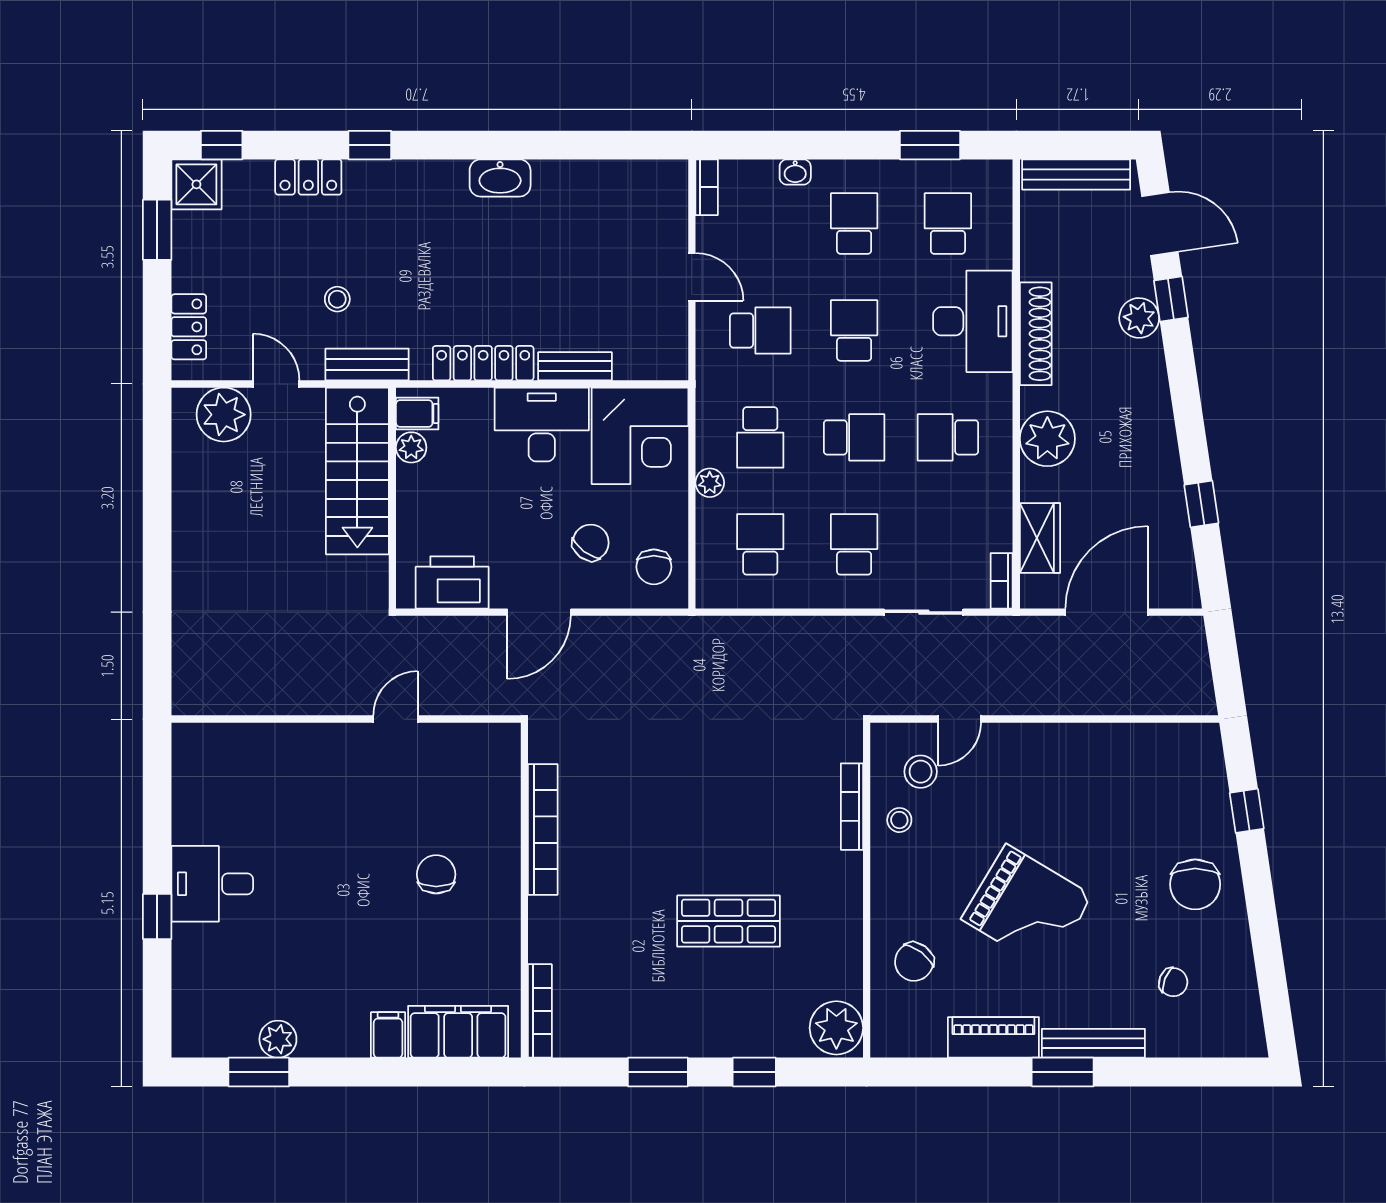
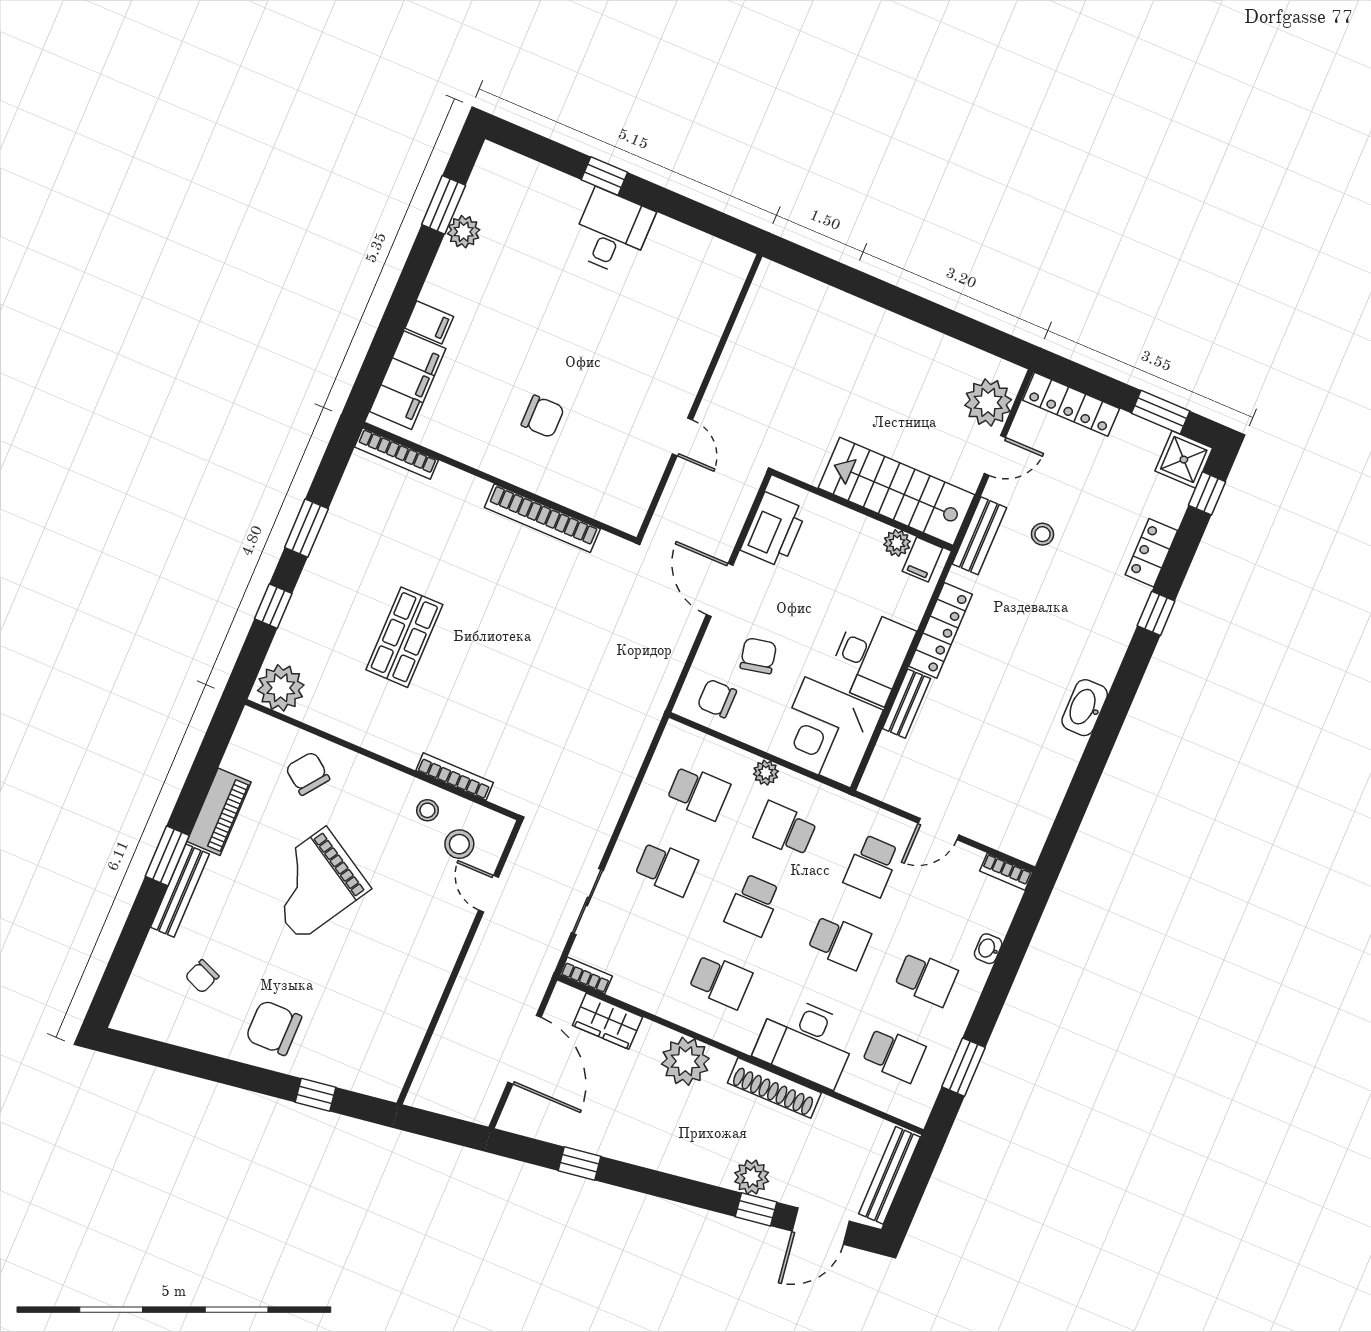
locker: (189, 327) -> (1071, 404), width x1.53
school desk: (948, 437) -> (721, 981), turned 90
chair: (591, 542) -> (758, 656), turned -139

